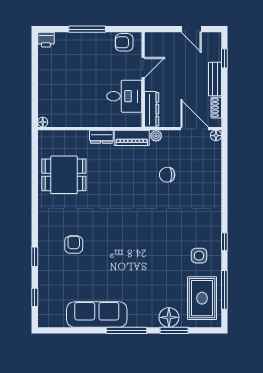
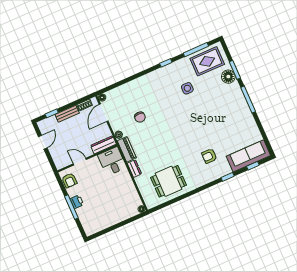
printer: (46, 40) -> (77, 202), moved
desk: (124, 96) -> (112, 161), moved
dining table: (64, 175) -> (168, 181), turned 90
side table: (199, 256) -> (187, 88), moved
sofa: (97, 315) -> (248, 156), moved, turned 90

